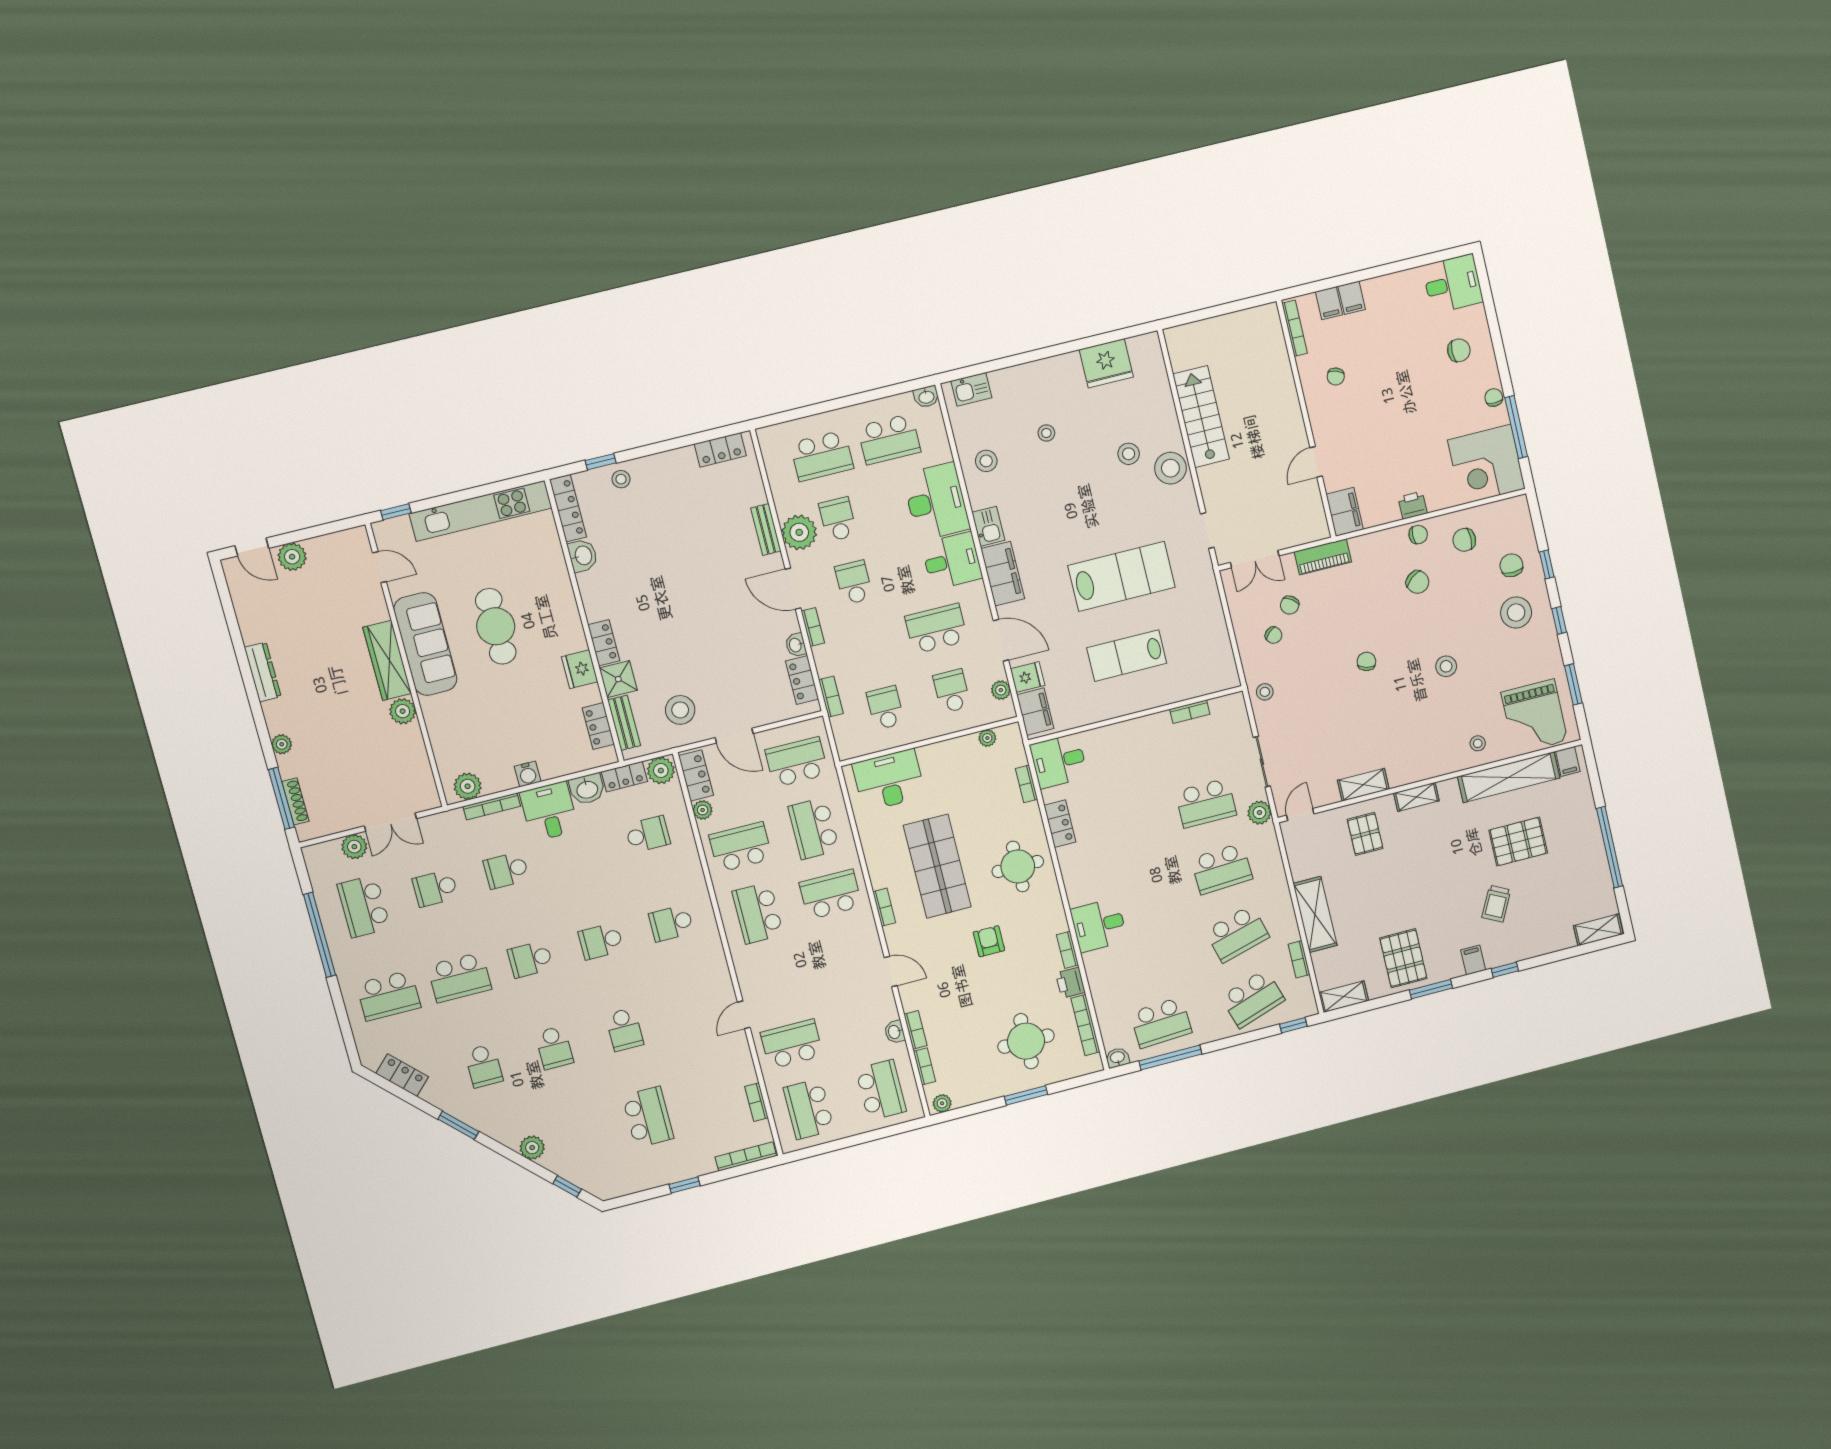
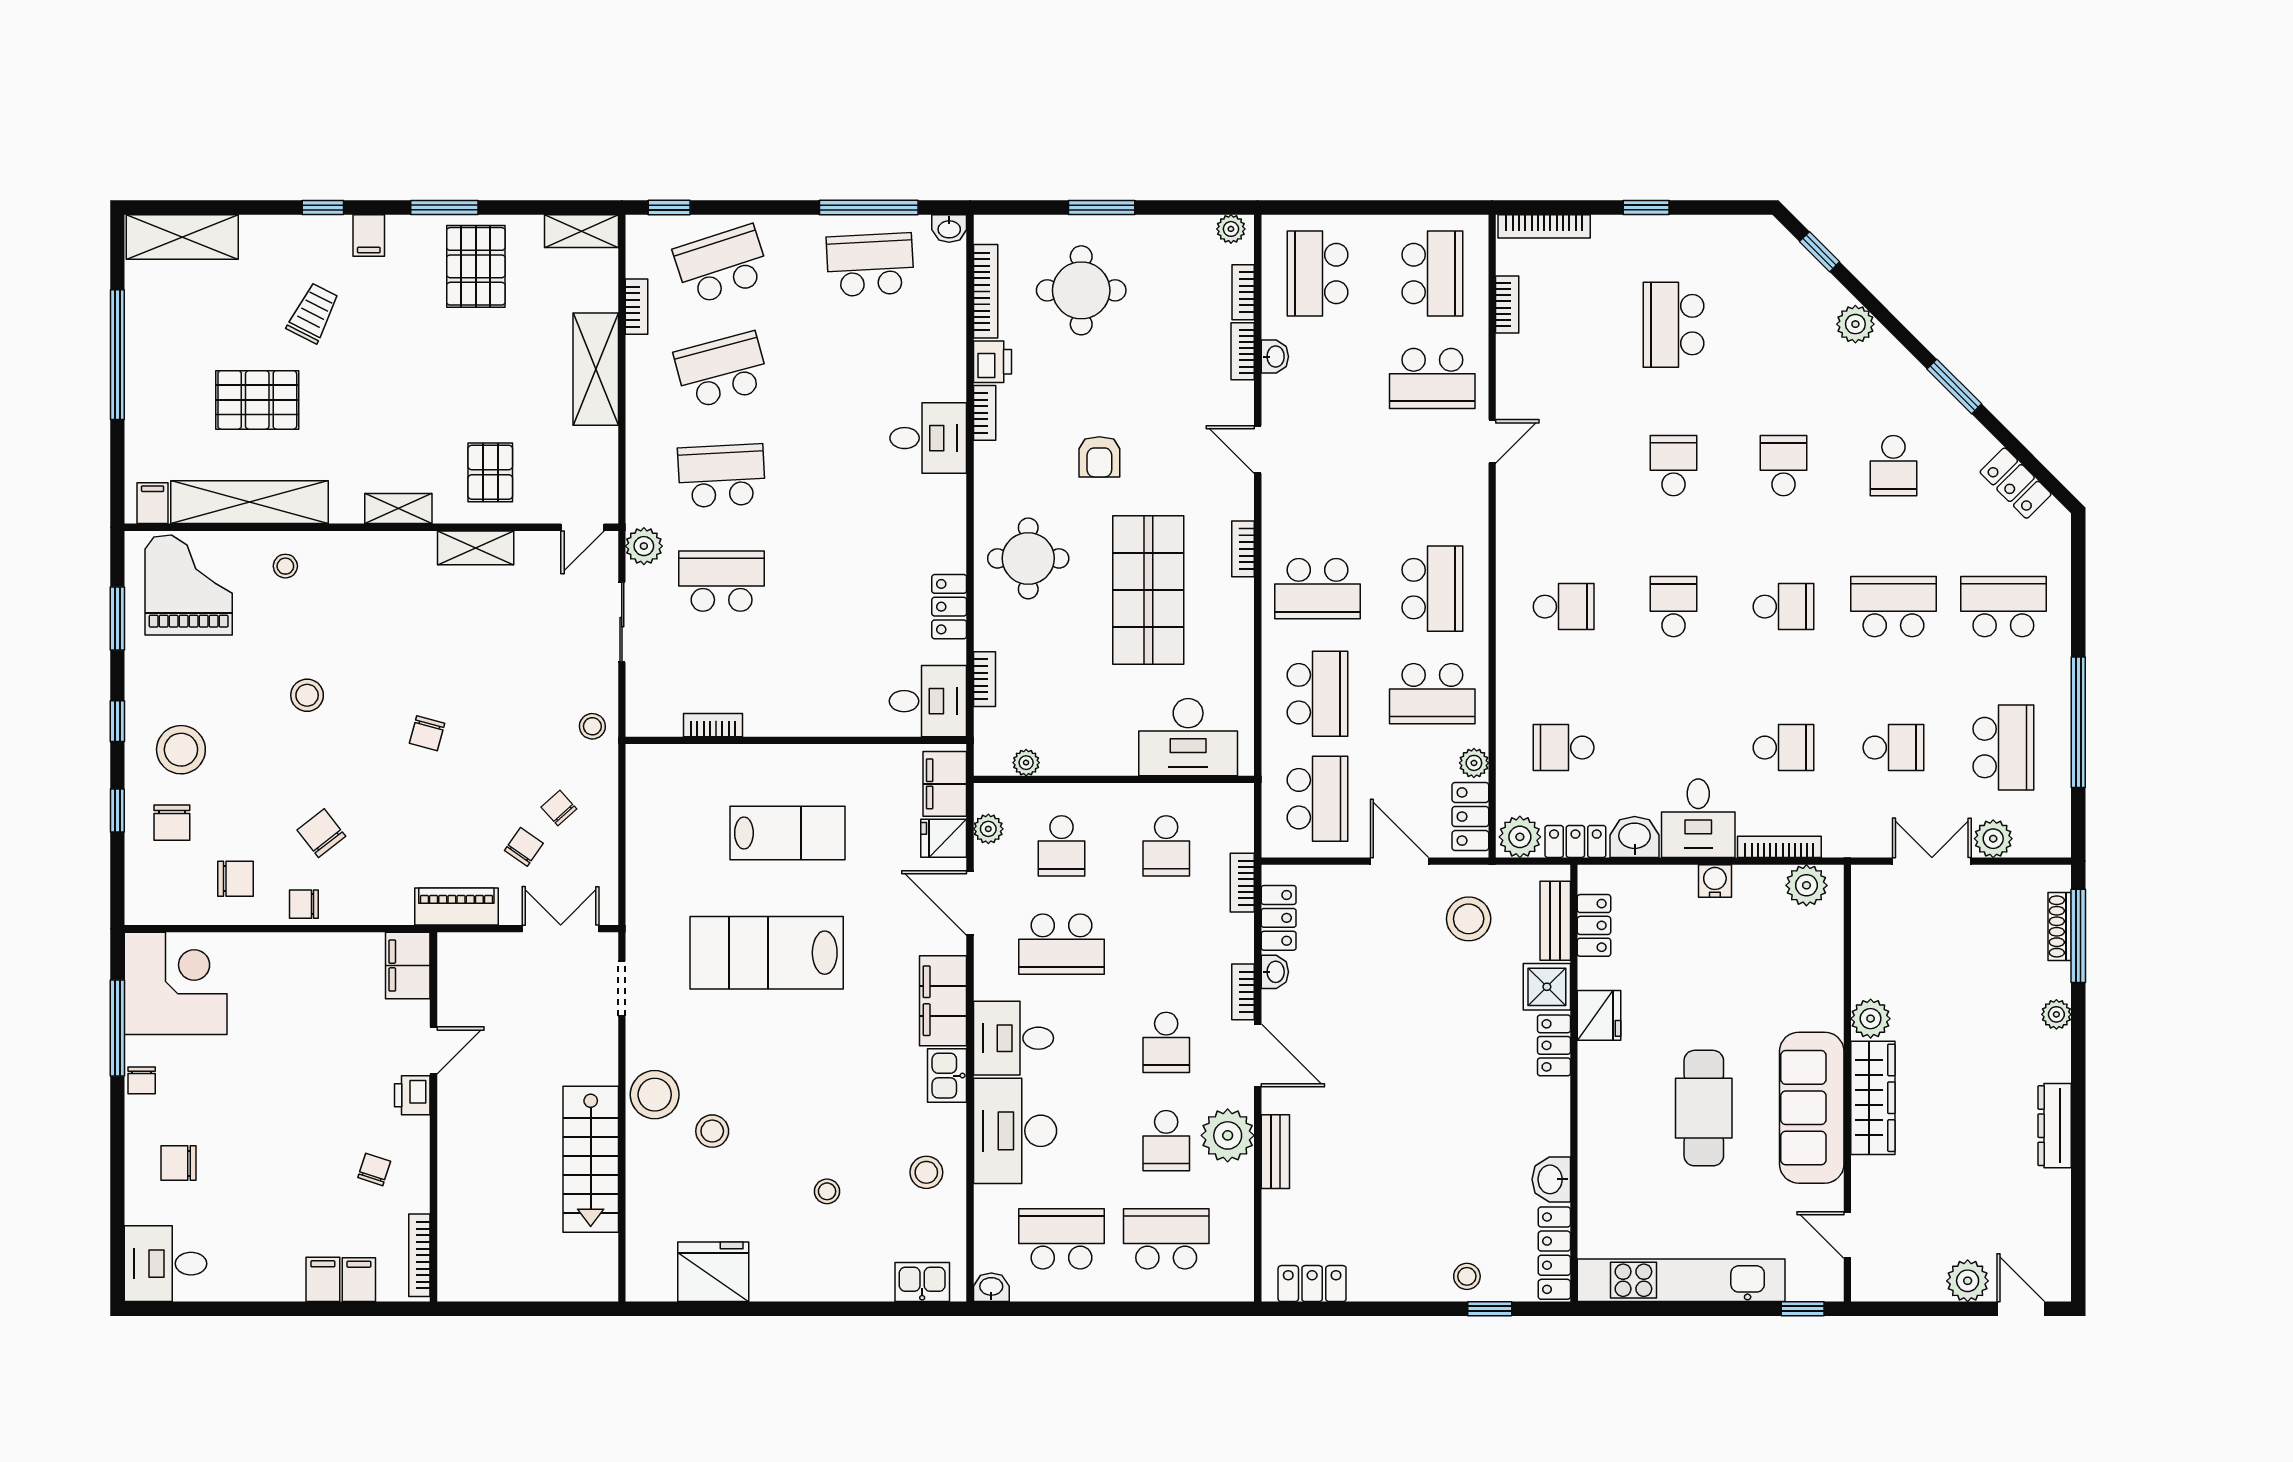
printer: (1413, 505) -> (412, 1095), moved, turned 90
school desk: (797, 762) -> (1318, 799), turned -90
shelving: (1598, 930) -> (182, 237), width x1.50, depth x1.33
school desk: (601, 941) -> (1674, 607), turned -90
school desk: (484, 1066) -> (1893, 466), turned 180

